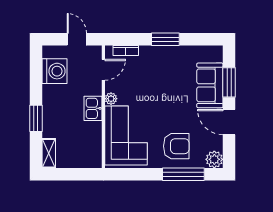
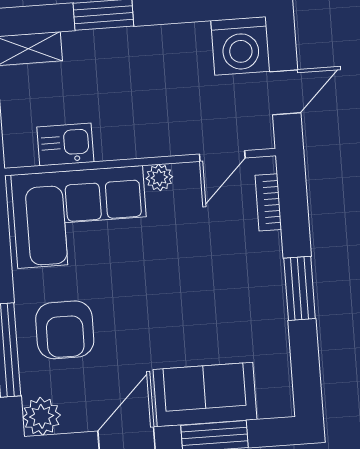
door: (103, 70) -> (222, 156), hinge flipped
washing machine: (55, 71) -> (240, 46), moved
kitchen sink: (93, 108) -> (65, 144), moved

